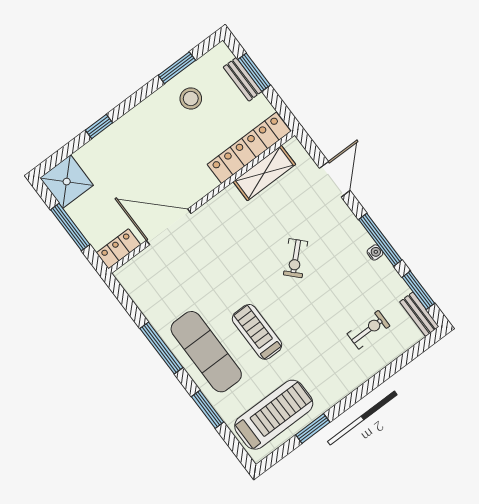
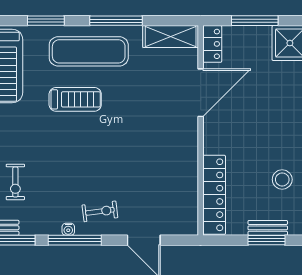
shelving: (264, 173) -> (171, 36), moved, turned 90
exercise bike: (296, 258) -> (100, 211), moved, turned 127

